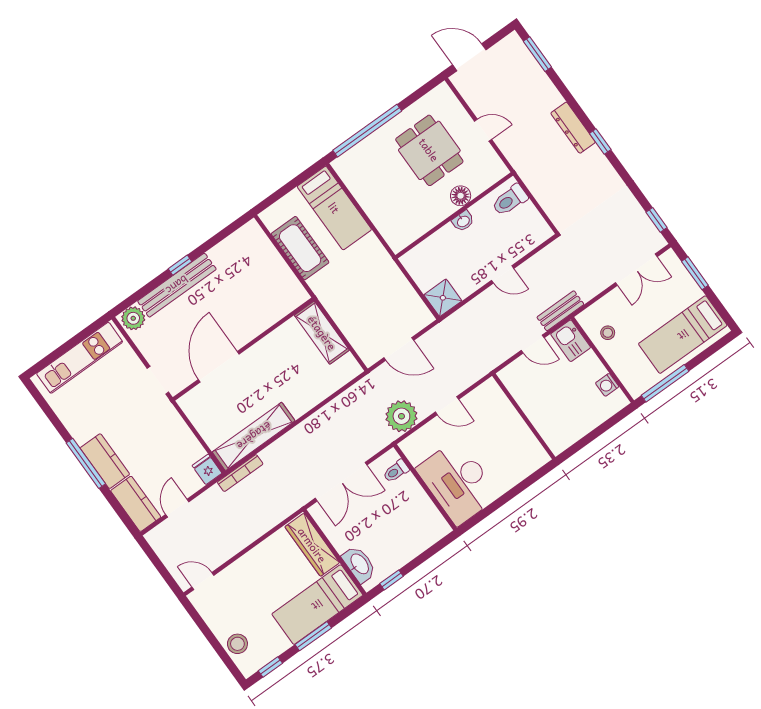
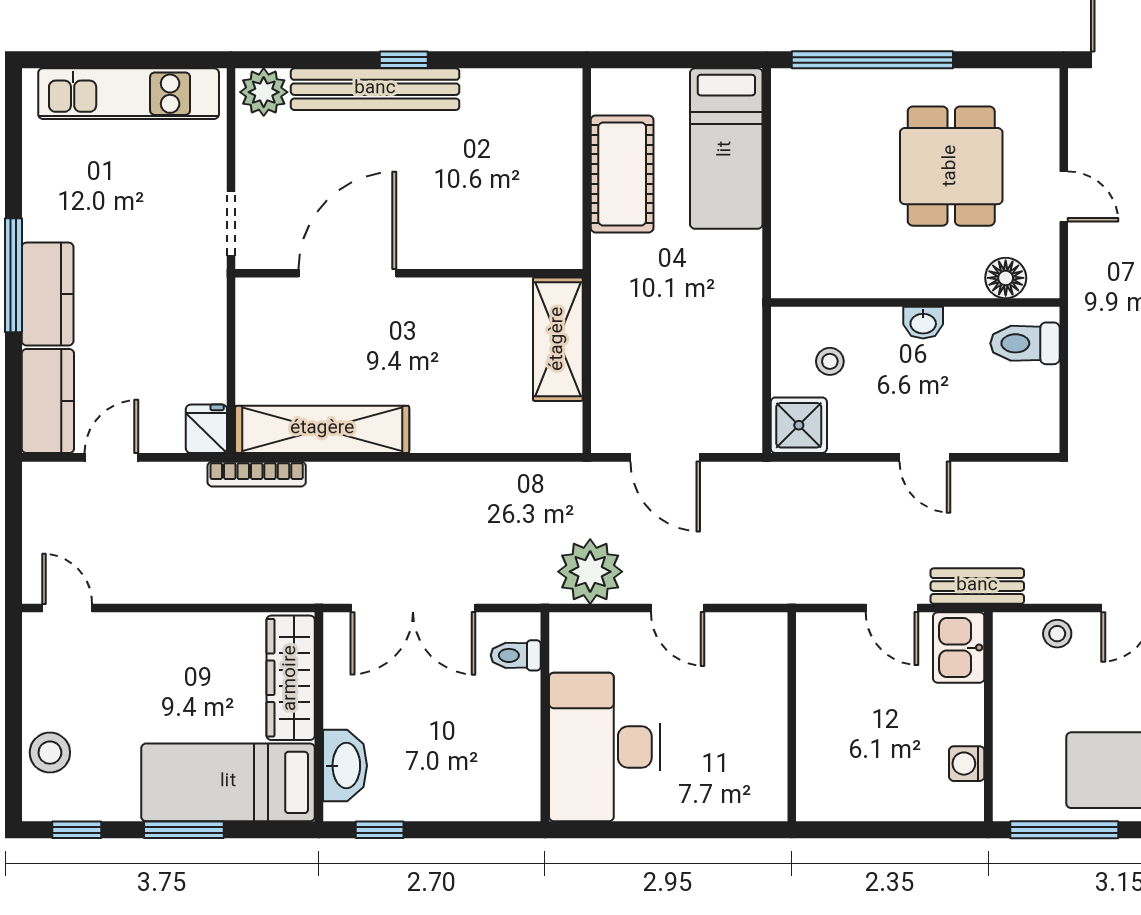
floor lamp: (461, 196) -> (1006, 278), moved
stool: (437, 263) -> (830, 361), added
stool: (608, 333) -> (1057, 634), moved

